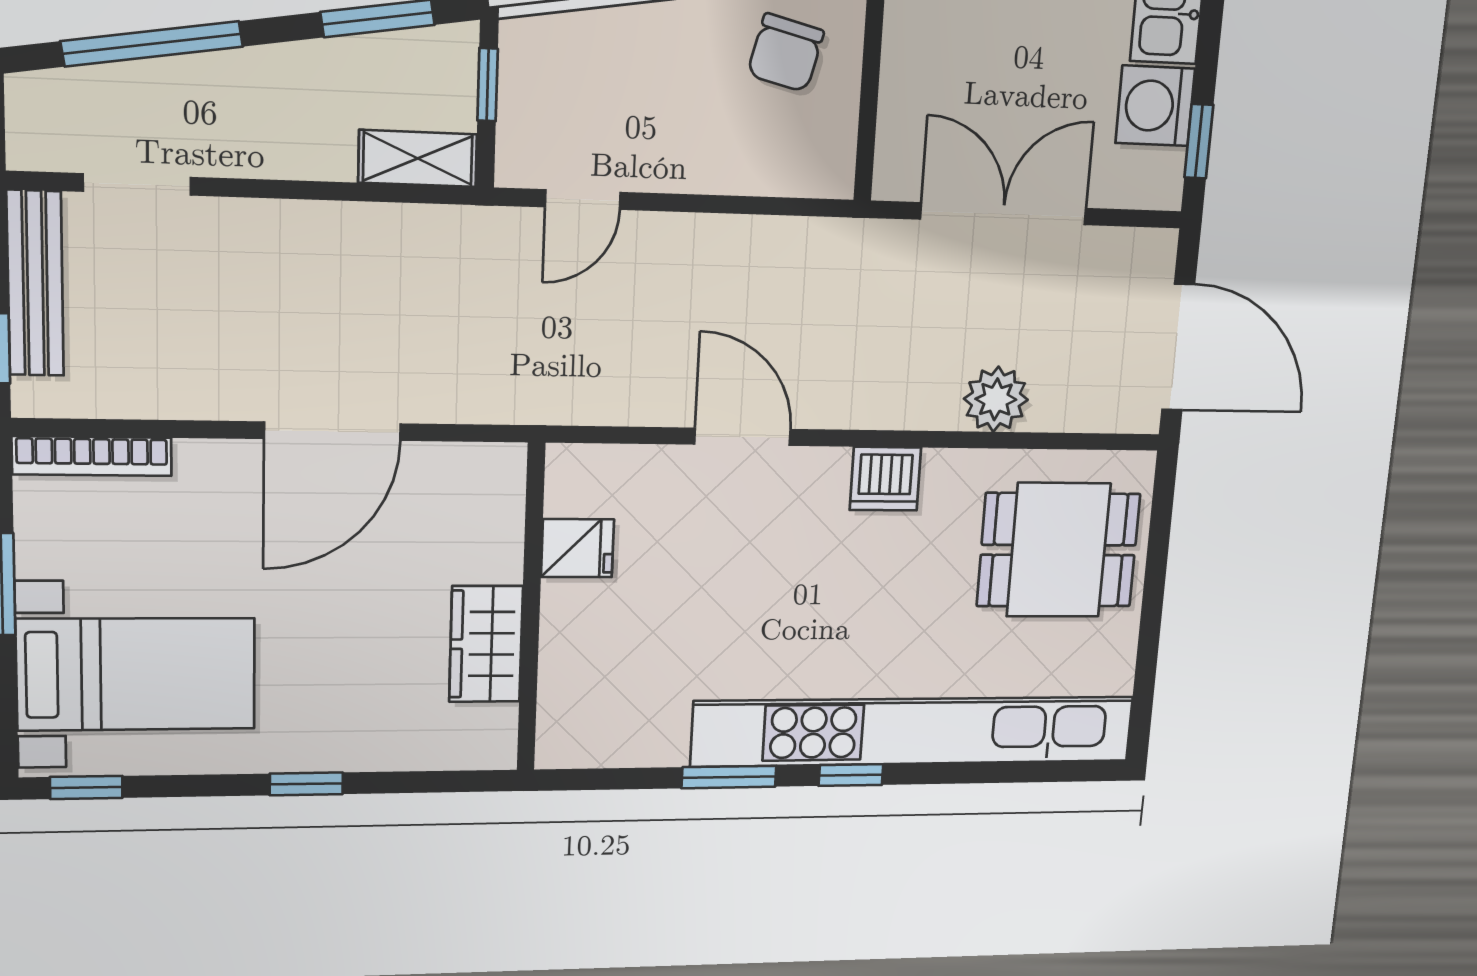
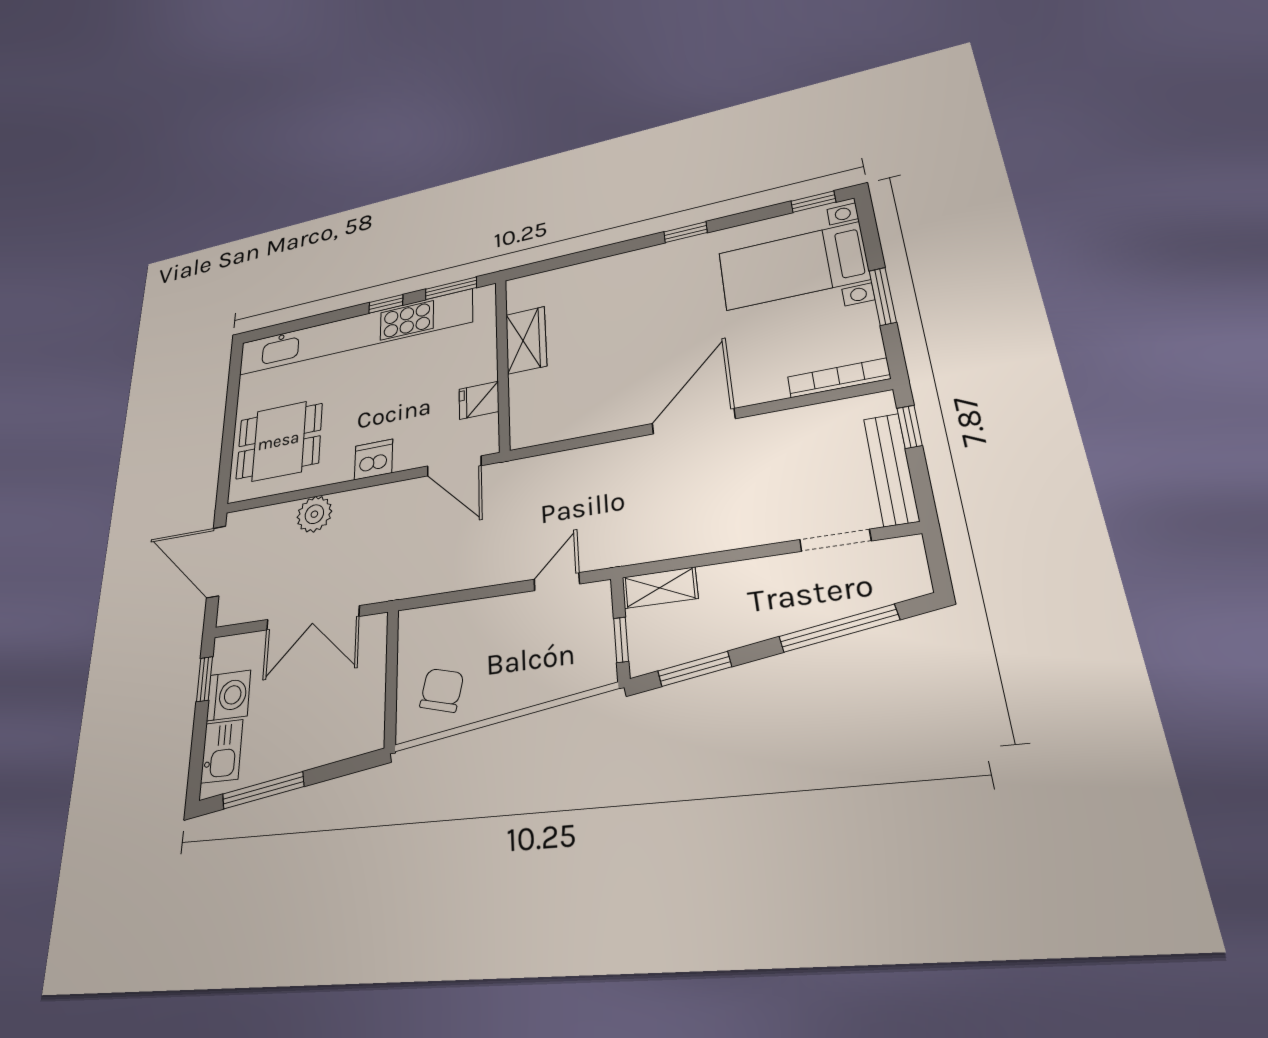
fridge: (577, 548) -> (479, 400), moved
wall: (531, 609) -> (503, 363), moved
wardrobe: (486, 644) -> (526, 340), moved

